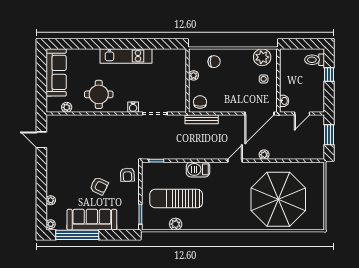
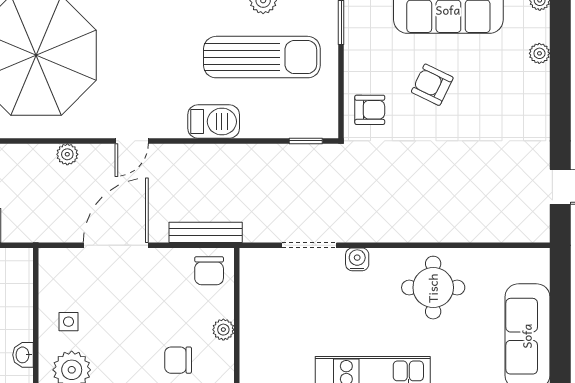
washbasin: (284, 101) -> (23, 355), moved
plant: (67, 107) -> (504, 259), removed
door: (259, 113) -> (116, 245), moved
armchair: (127, 175) -> (370, 110), turned 92

